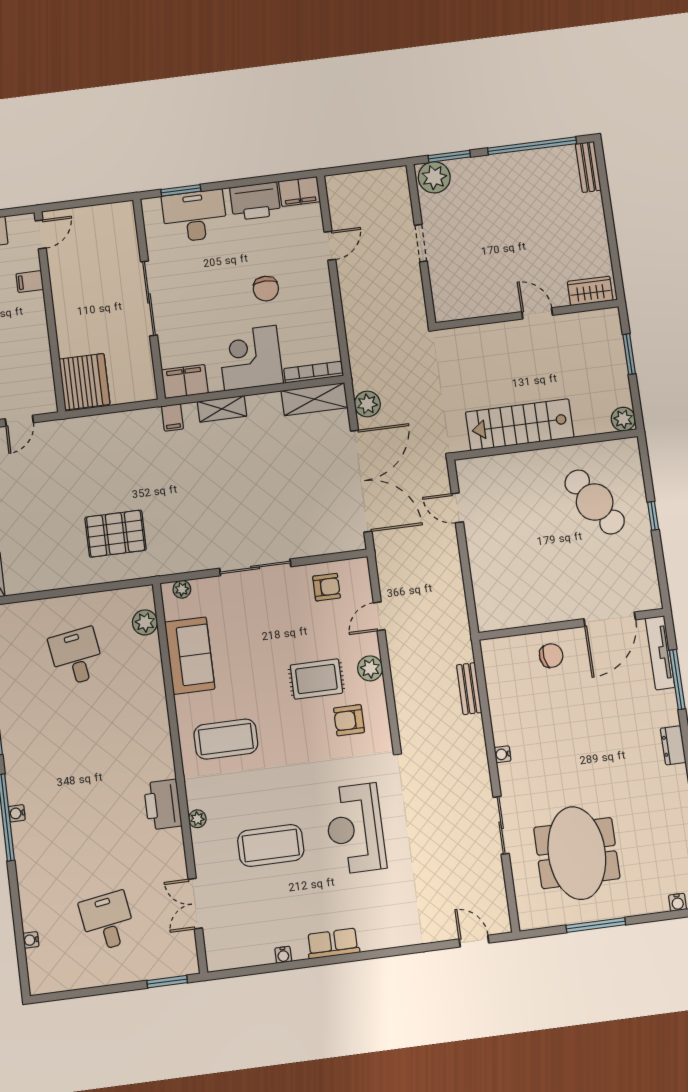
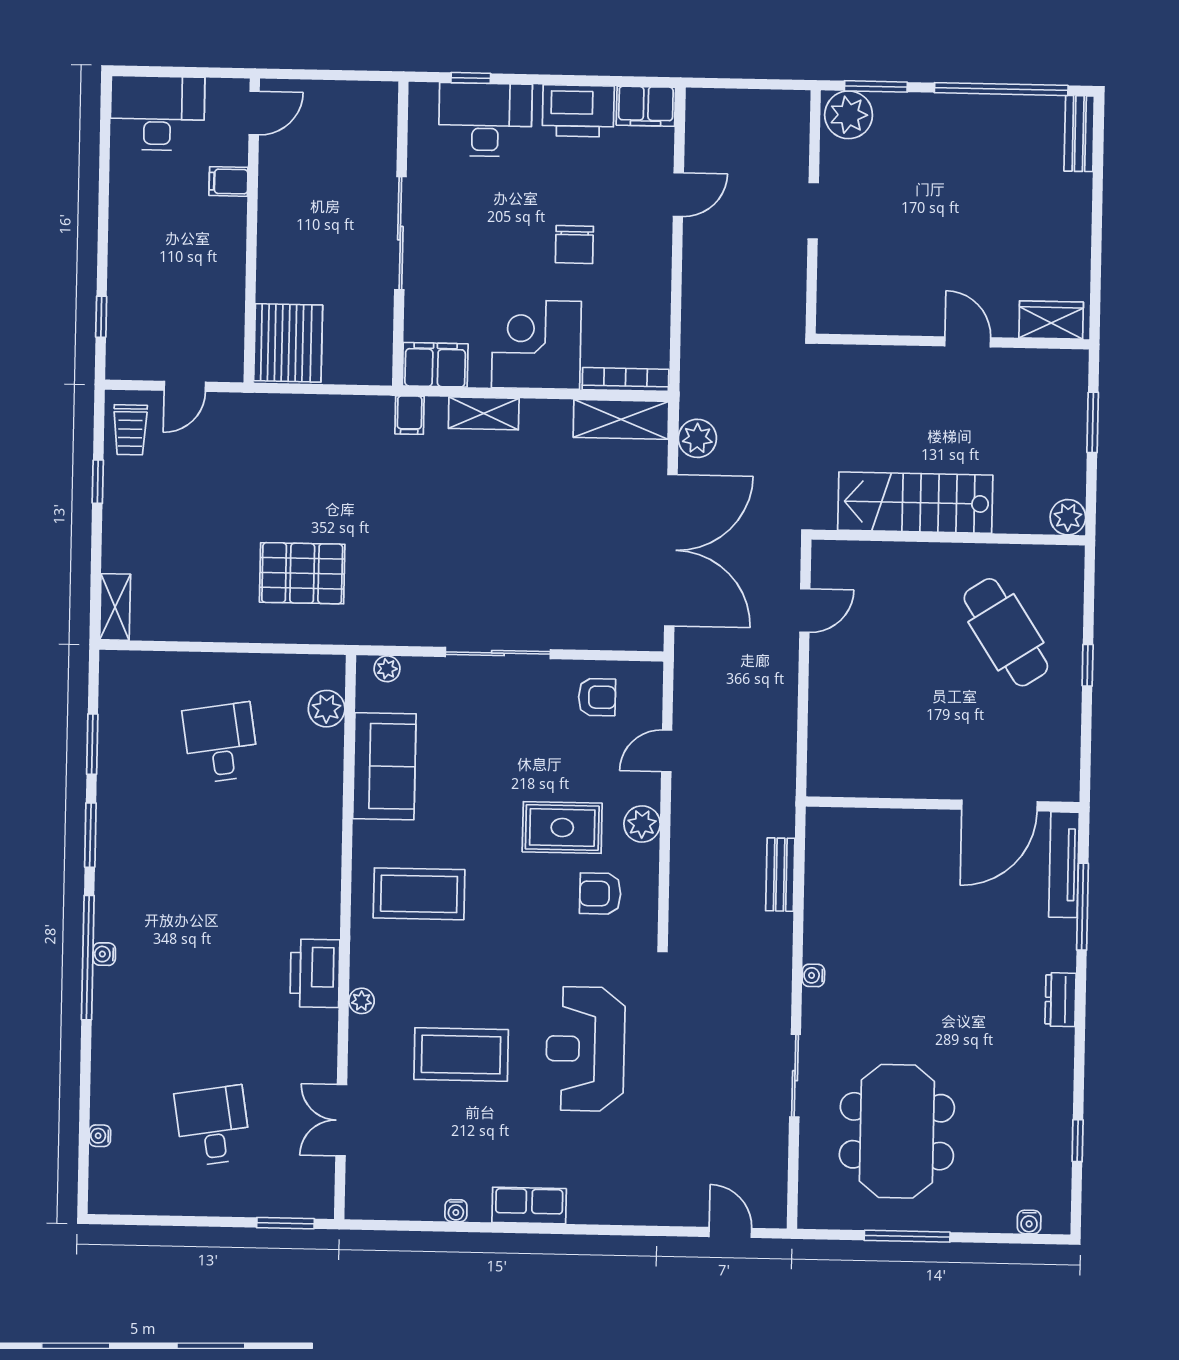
window: (181, 190) -> (471, 78), width x0.67
door: (457, 508) -> (805, 611), swing flipped
chair: (551, 656) -> (906, 845), removed

